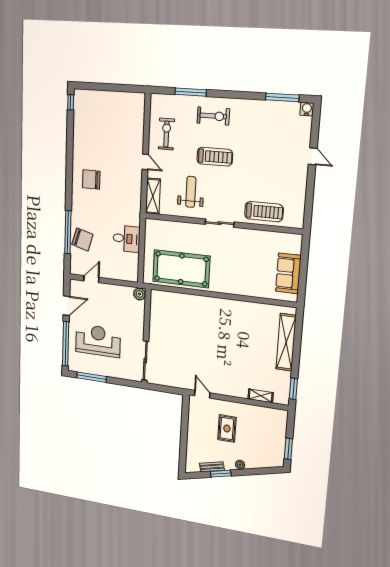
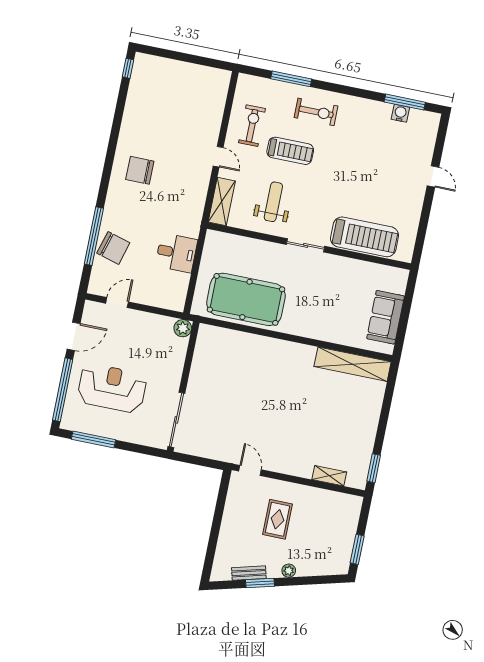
water cooler: (307, 109) -> (400, 113), moved
treadmill: (215, 157) -> (290, 151), moved
treadmill: (264, 212) -> (365, 237), width x1.37, depth x1.37
shelving: (286, 342) -> (353, 364), moved, turned 90

